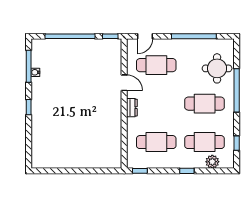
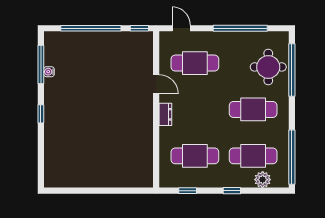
door: (145, 36) -> (181, 28), swing flipped
window: (237, 90) -> (292, 70), moved
window: (237, 143) -> (292, 157), width x3.17
window: (140, 171) -> (188, 191), moved

